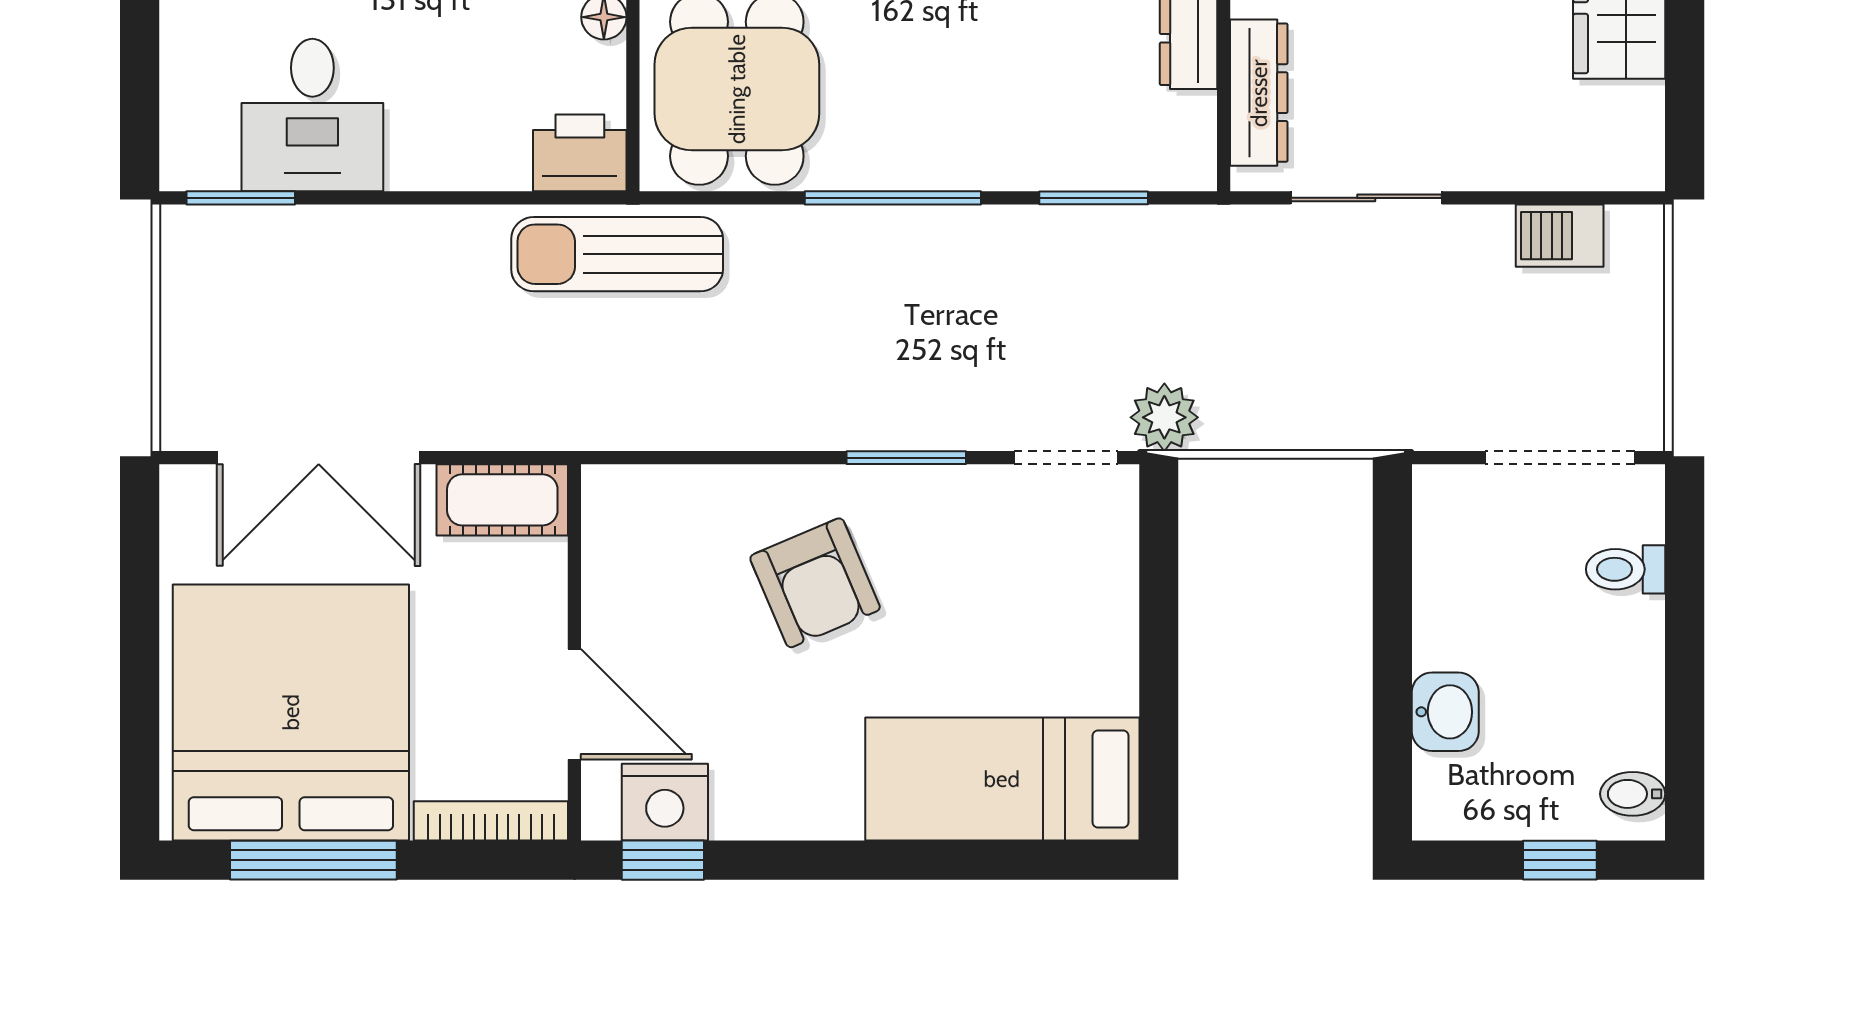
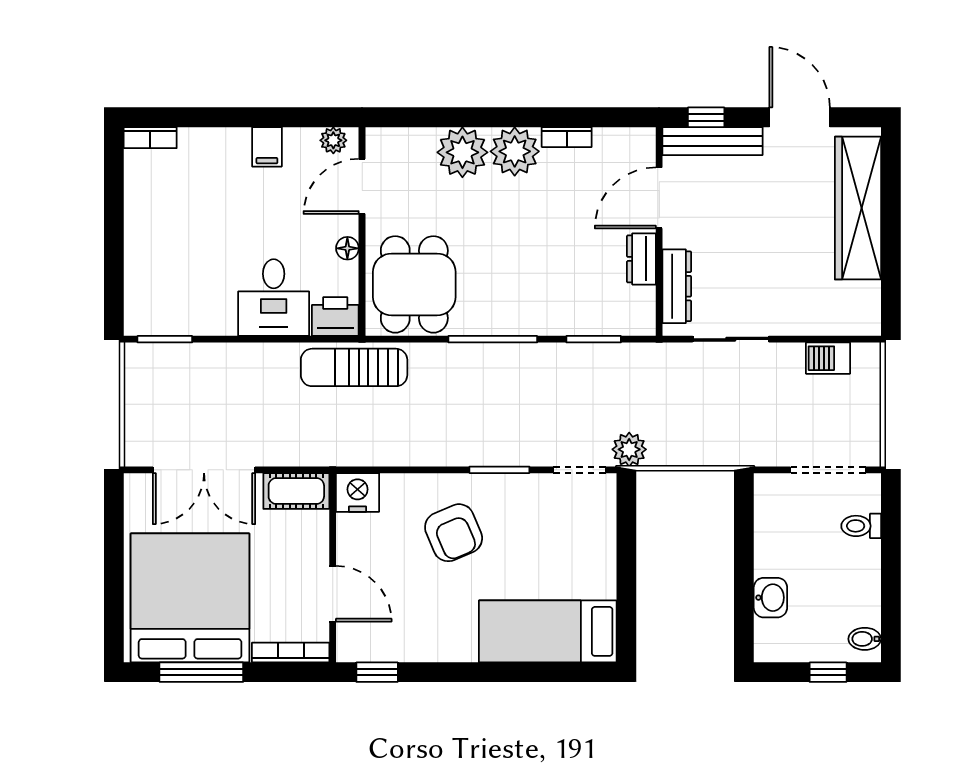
desk: (312, 115) -> (274, 298), moved
nightstand: (665, 802) -> (358, 492), moved, turned 180

